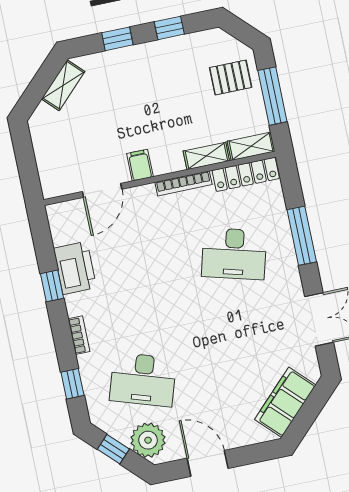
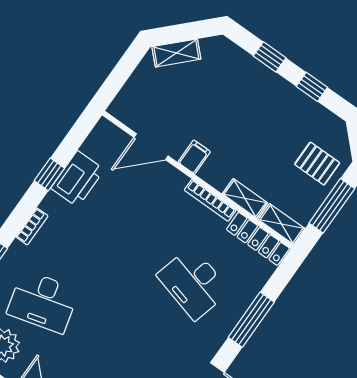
shelving: (63, 85) -> (176, 53), moved
desk: (143, 379) -> (43, 302), turned -33

